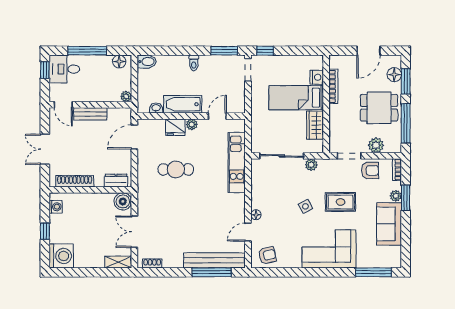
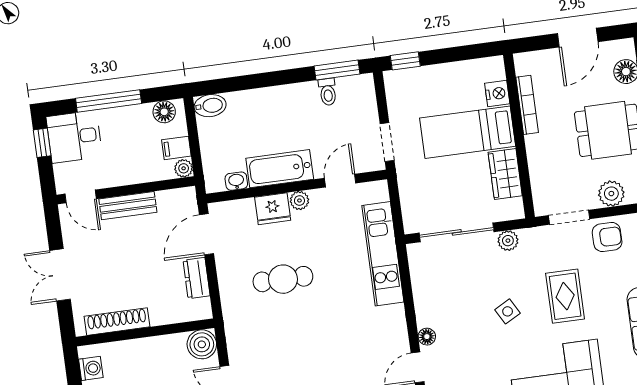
toilet: (194, 63) -> (328, 92), moved
doorway: (248, 70) -> (387, 142), moved
filing cabinet: (123, 84) -> (176, 148), added
dresser: (116, 181) -> (197, 278), moved, turned -90
rug: (341, 202) -> (565, 296), turned 90

